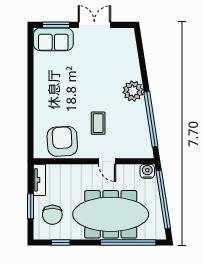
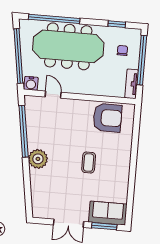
coffee table: (98, 123) -> (89, 162), moved
armchair: (62, 141) -> (107, 118), turned -87
door: (107, 161) -> (53, 95), moved
window: (31, 206) -> (142, 60), width x2.11
chair: (52, 215) -> (122, 51), width x0.54, depth x0.54

